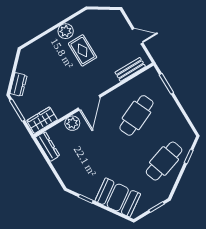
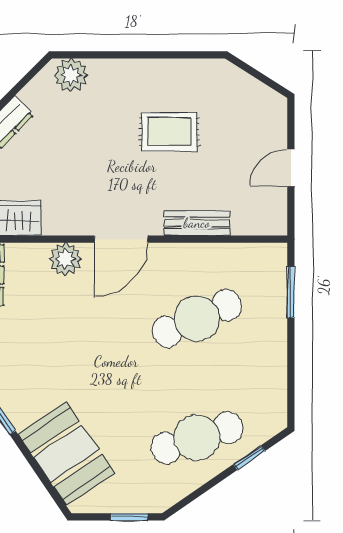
plant: (66, 31) -> (71, 75), moved
door: (138, 36) -> (291, 168), swing flipped
rug: (83, 50) -> (169, 132), turned 90
bench: (130, 69) -> (197, 223), moved

